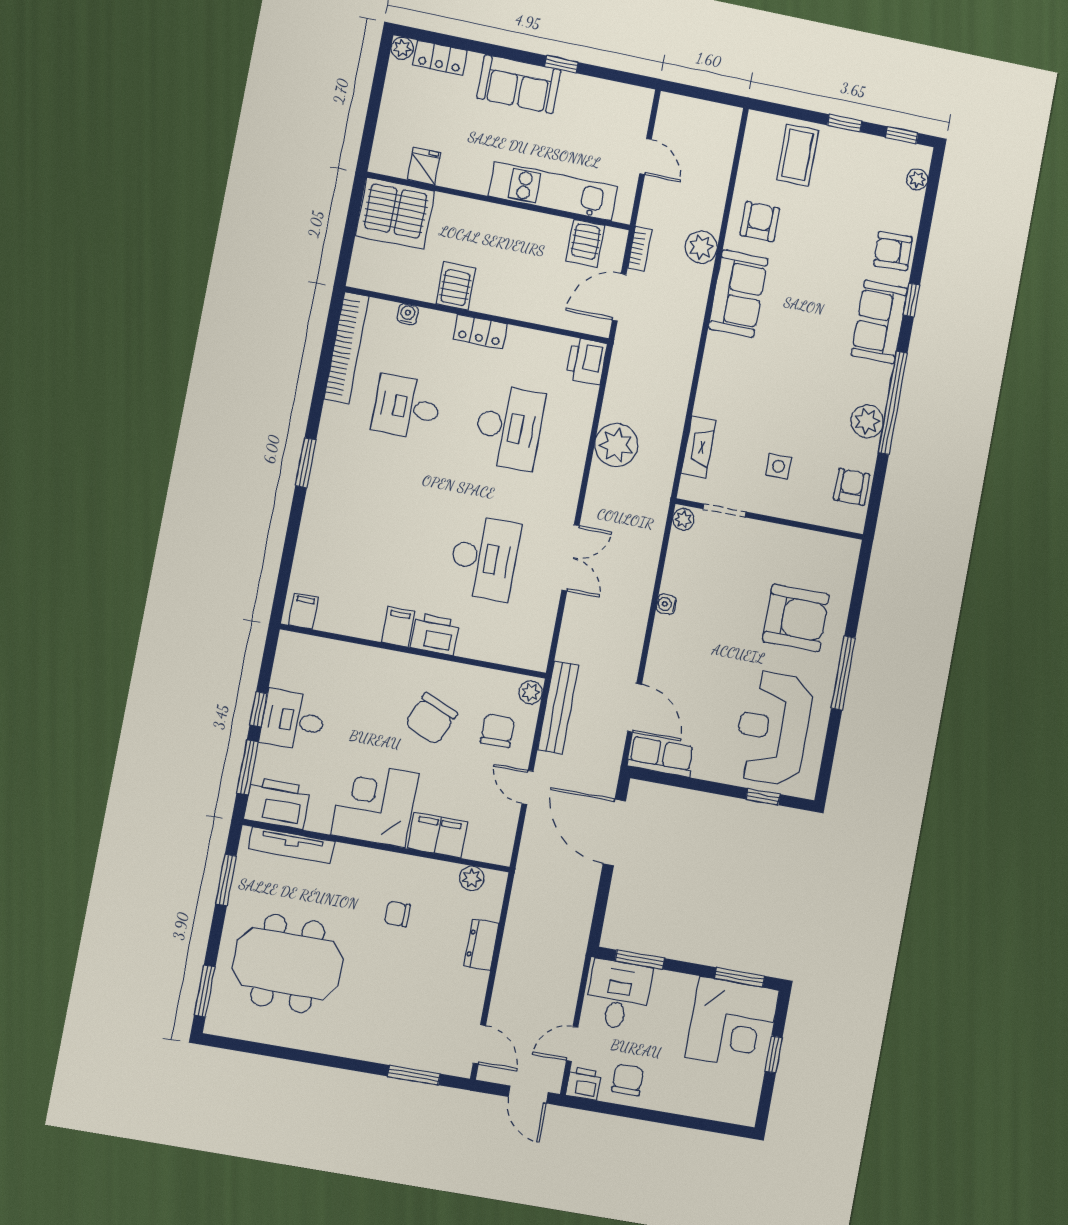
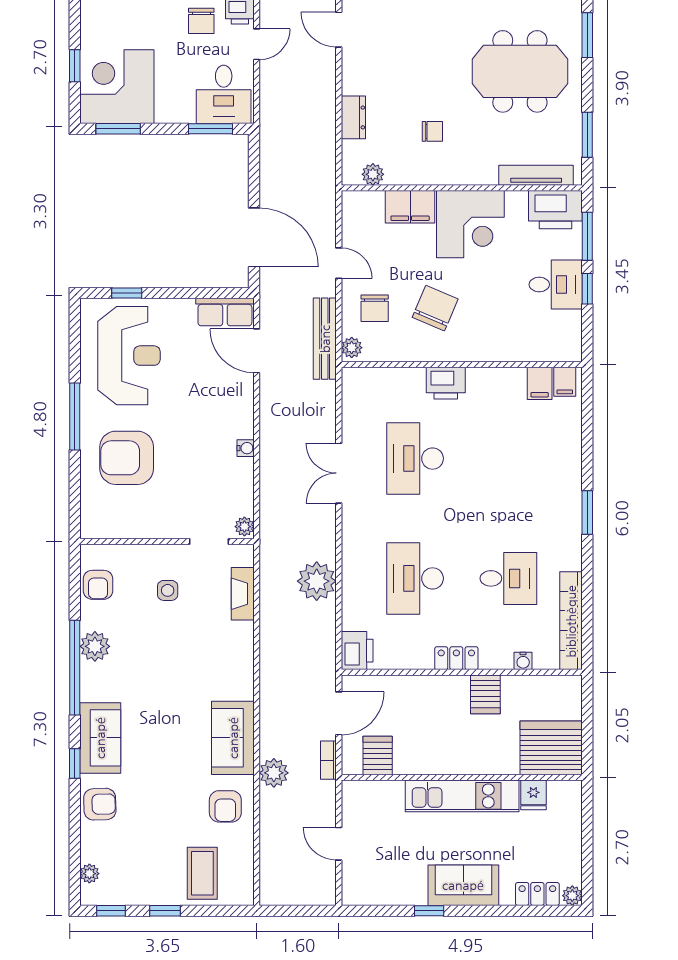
kitchen unit: (553, 191) -> (462, 796), moved
filing cabinet: (398, 627) -> (540, 383), moved

